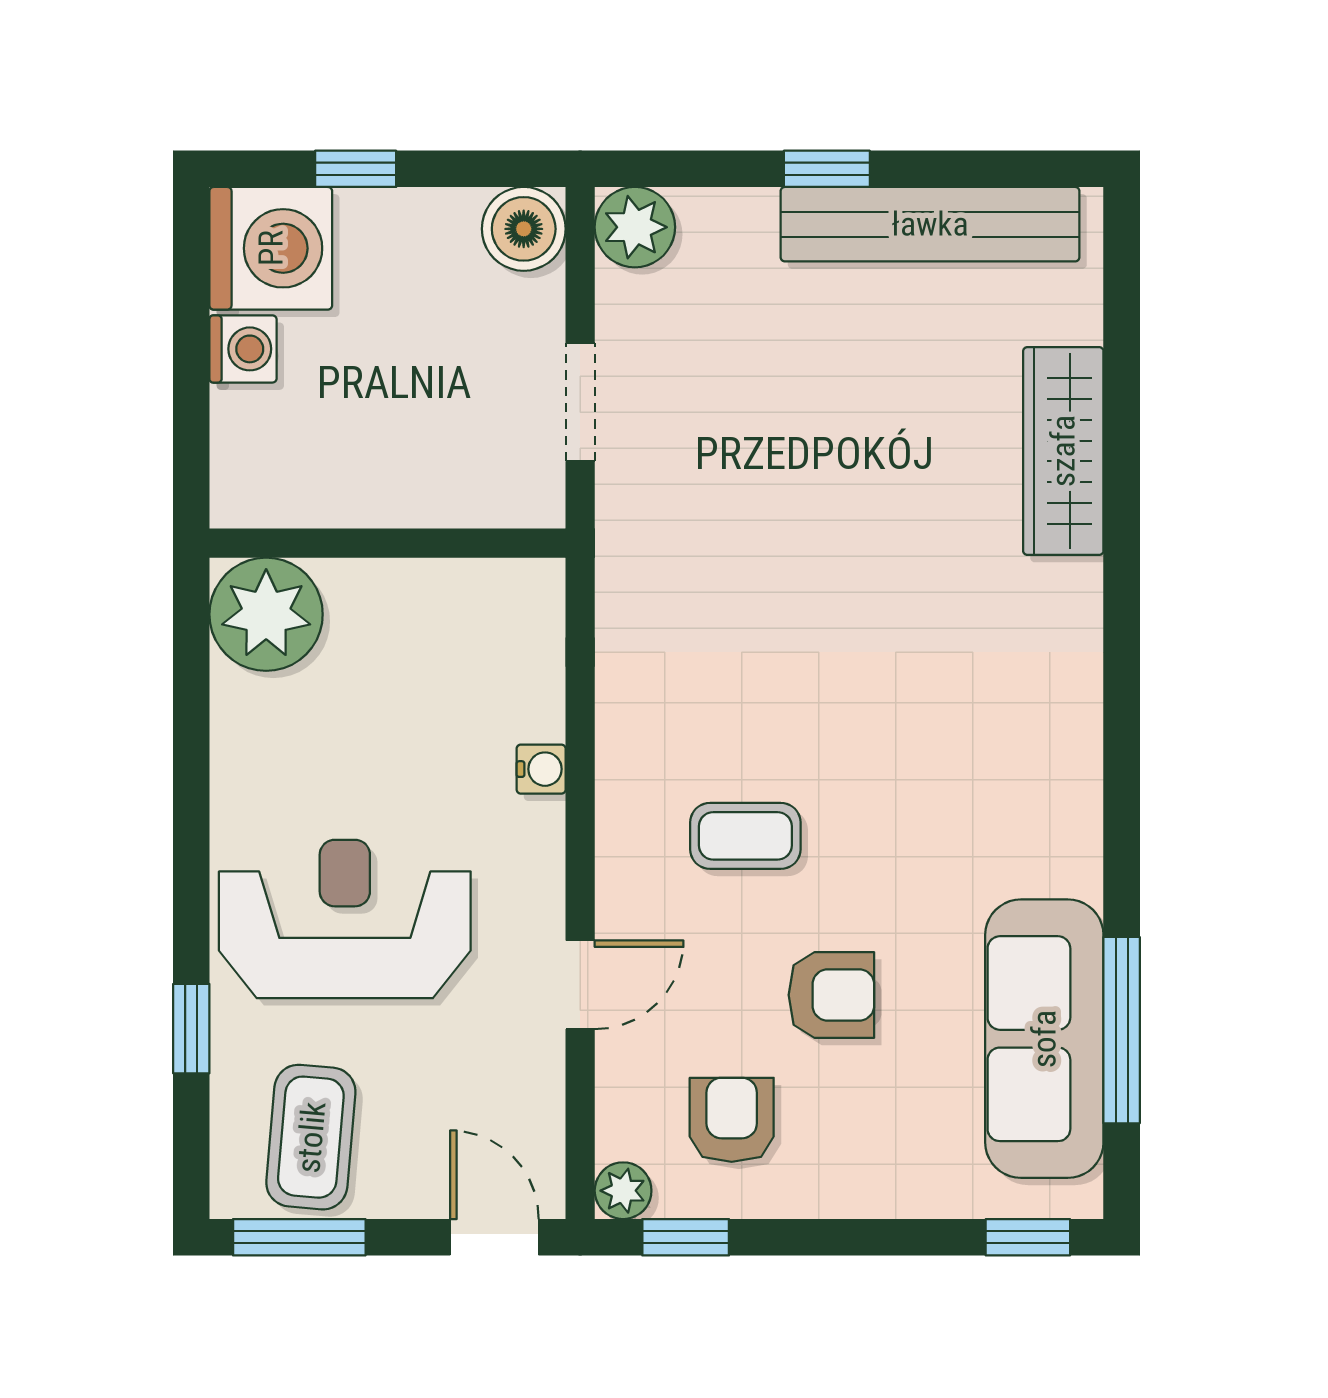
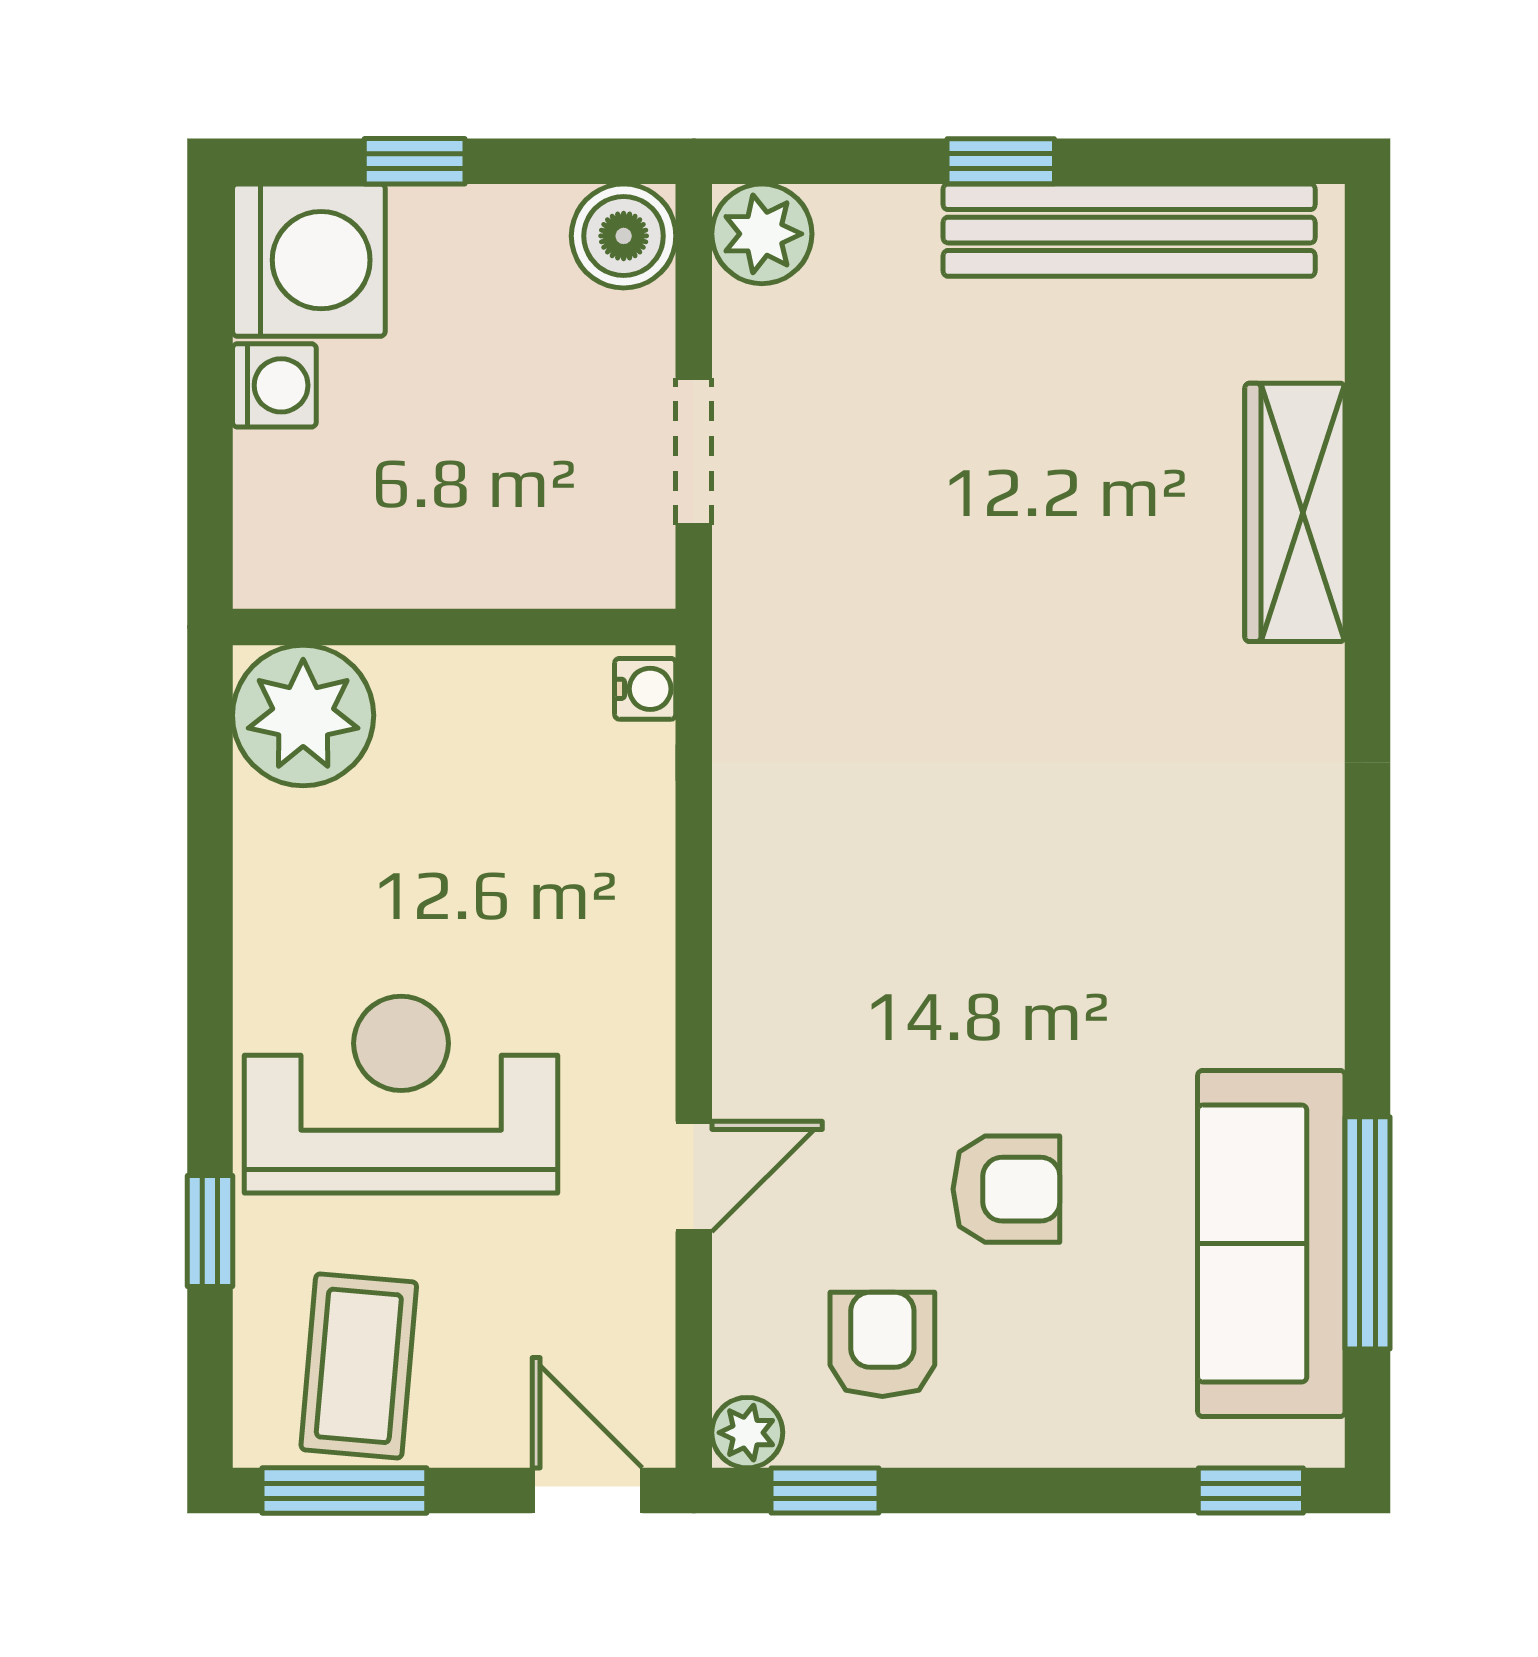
water cooler: (541, 769) -> (645, 689), moved
coffee table: (745, 836) -> (899, 991), removed

